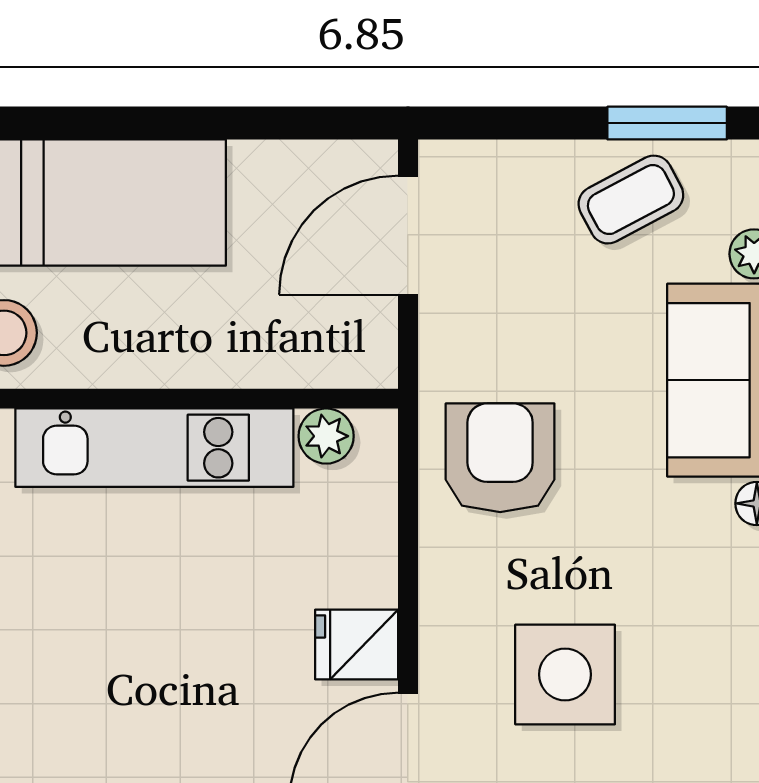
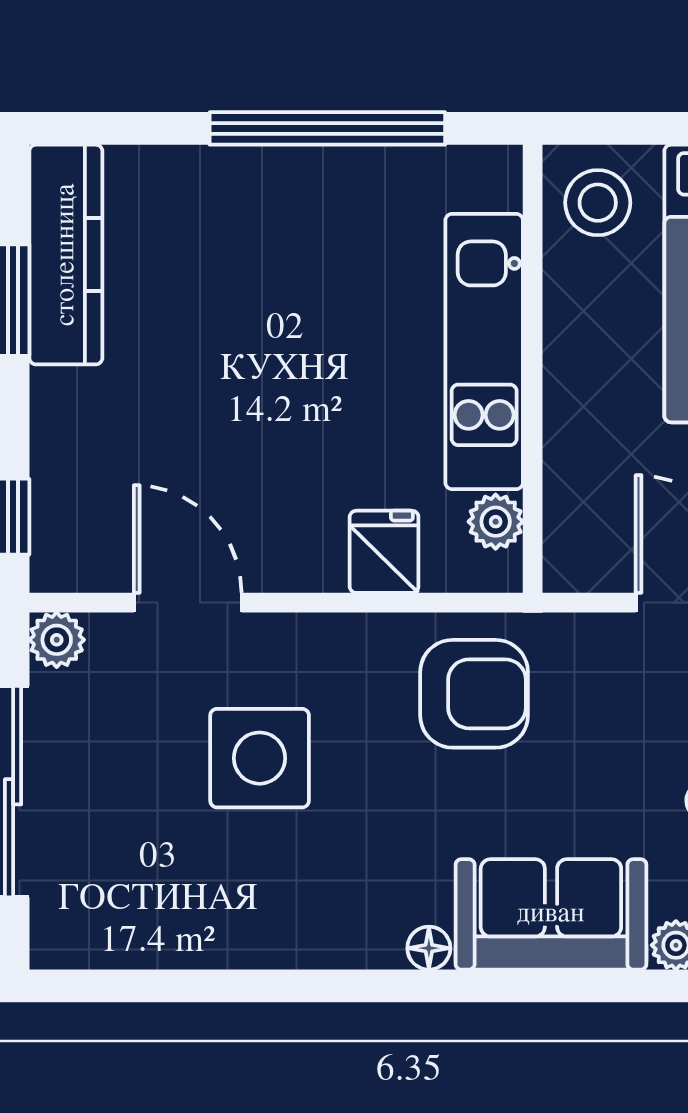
fridge: (357, 645) -> (384, 552), moved

